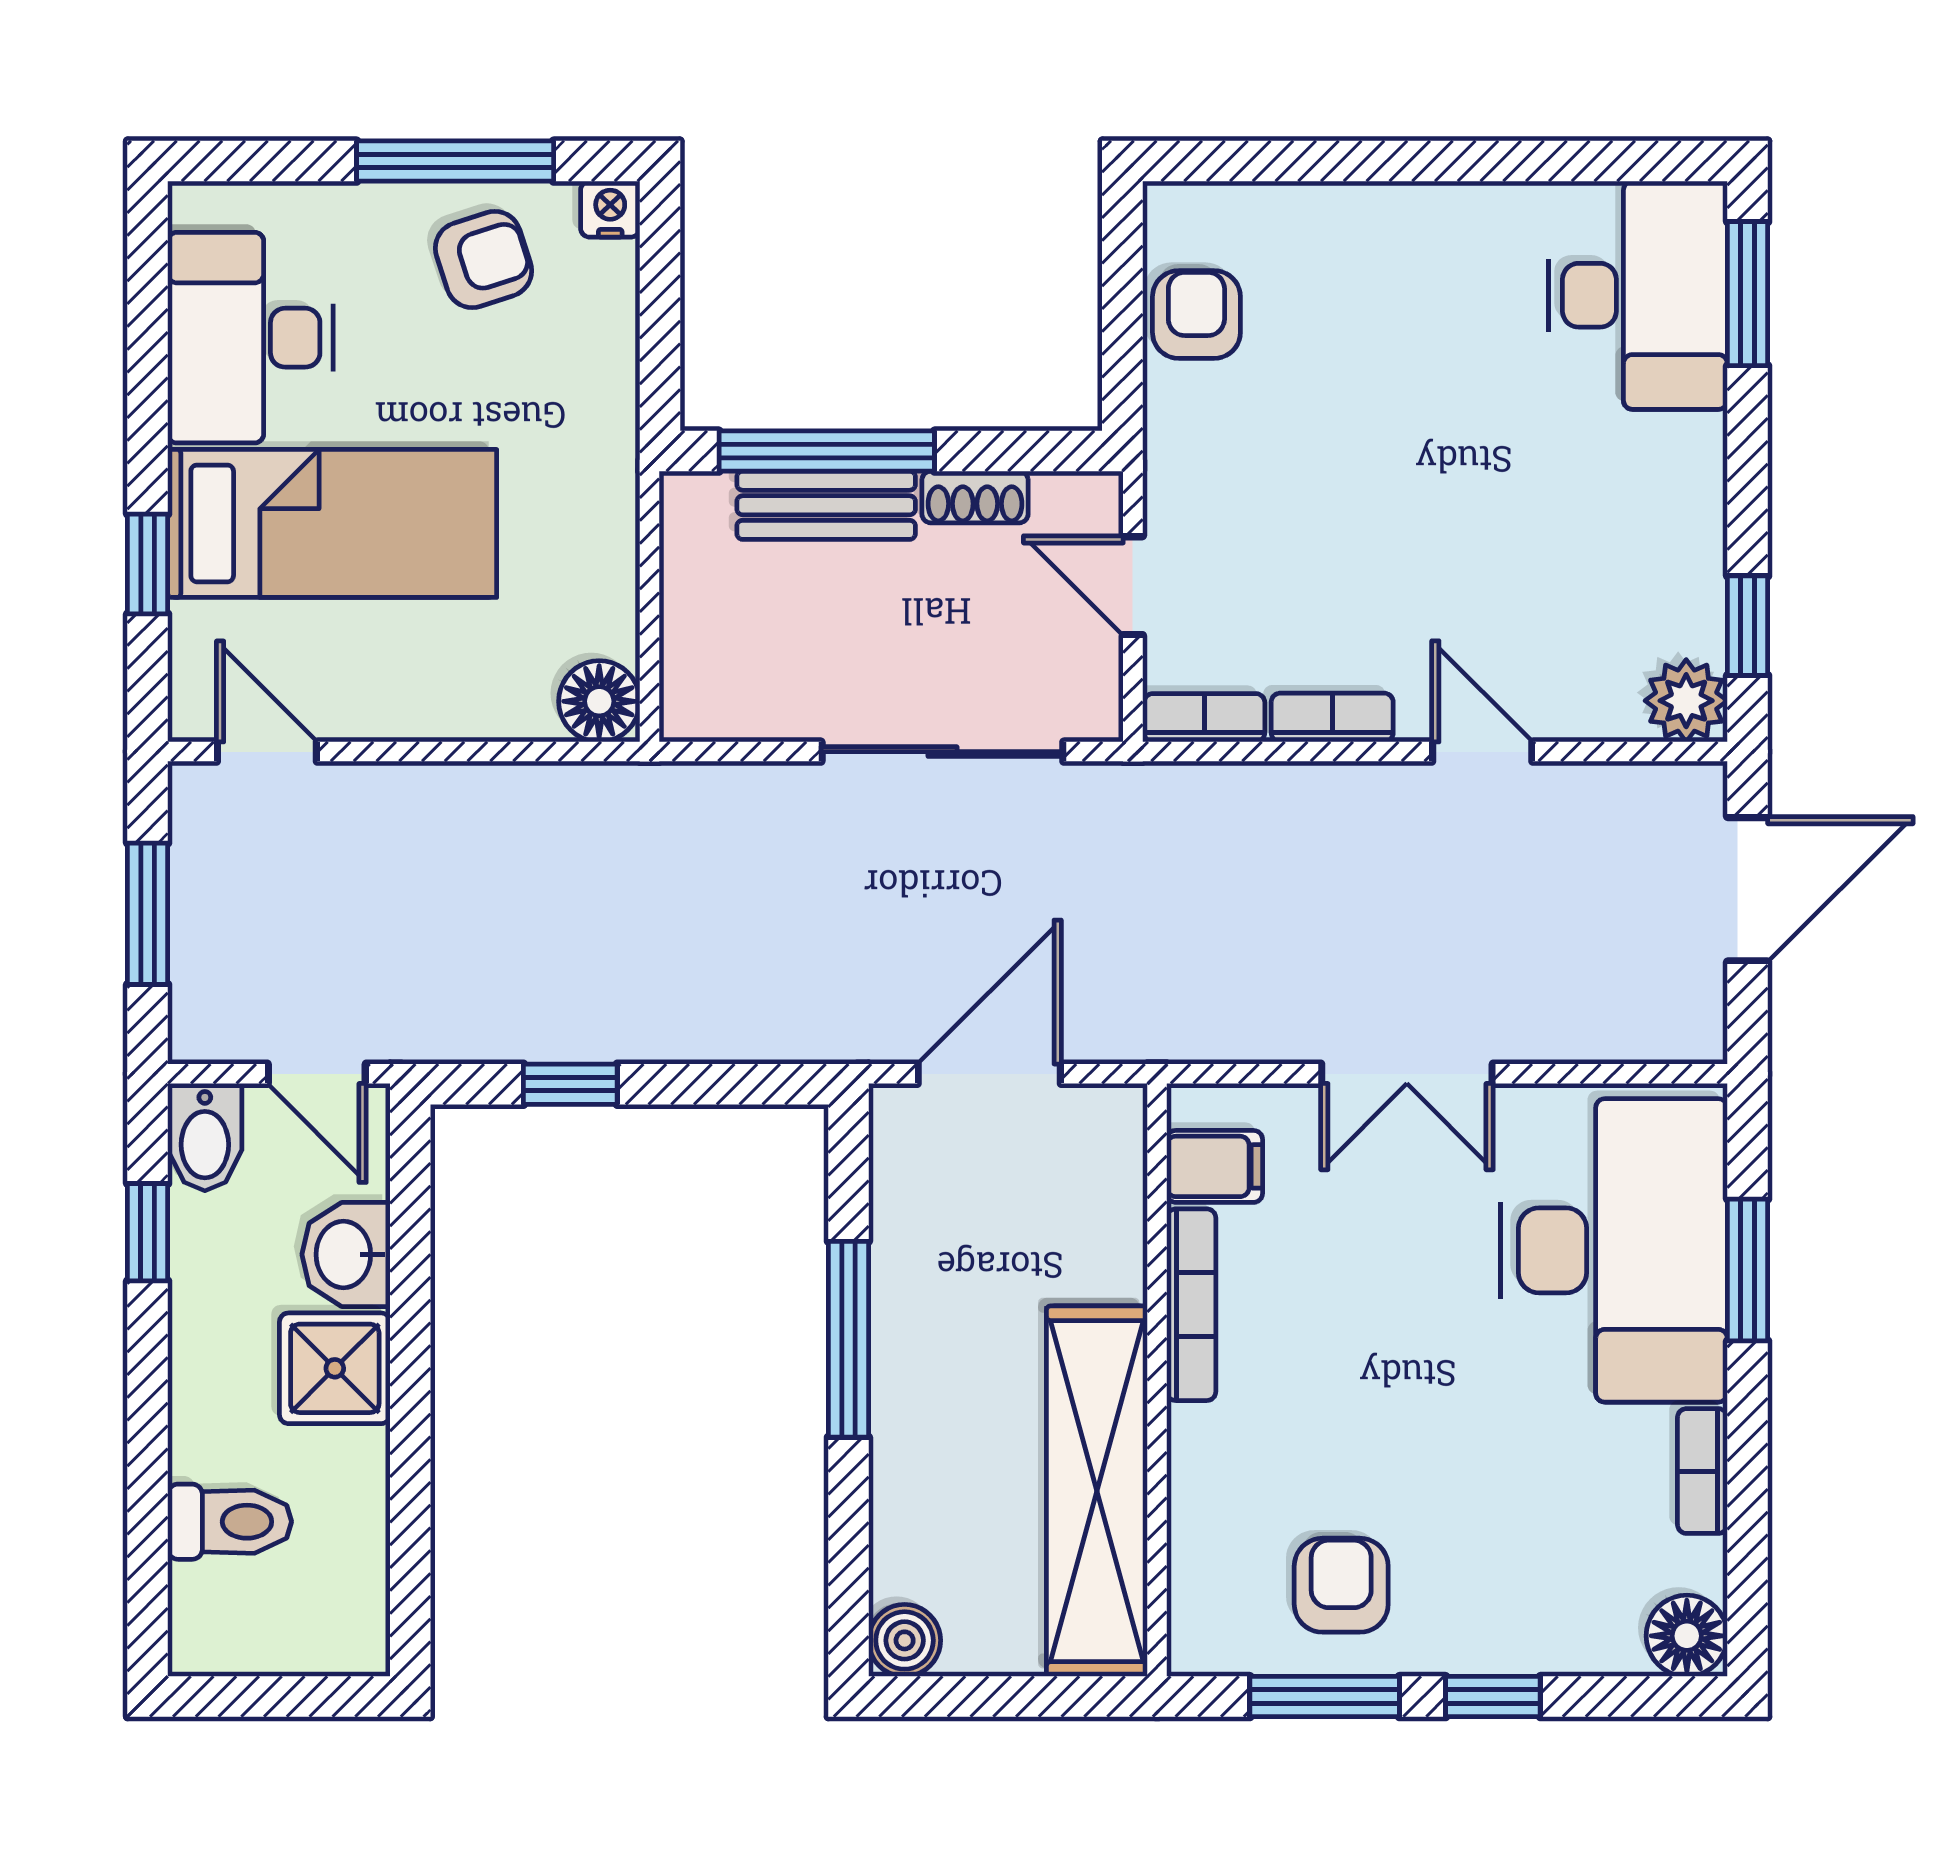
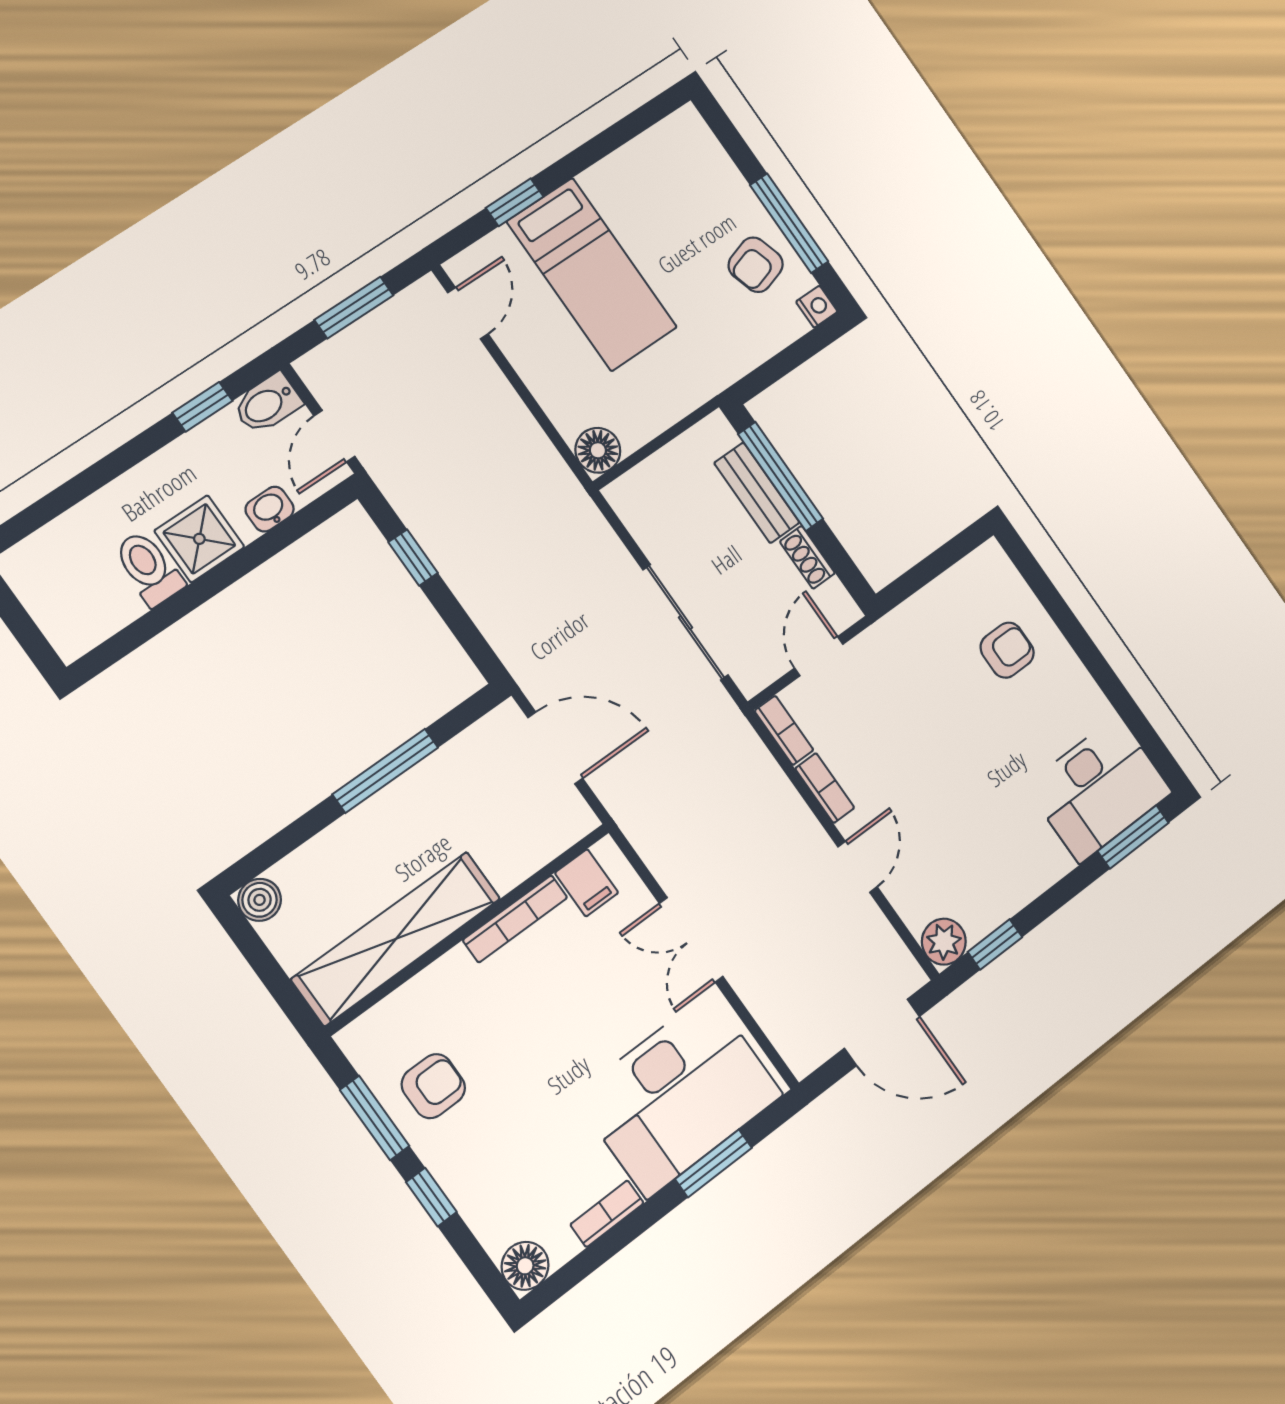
armchair: (483, 259) -> (756, 265), turned 91
armchair: (1196, 315) -> (1007, 650), moved
desk: (250, 338) -> (648, 183), removed
washbasin: (346, 1254) -> (270, 509), width x0.72, depth x0.69
toilet: (230, 1522) -> (149, 568), moved, turned 180

